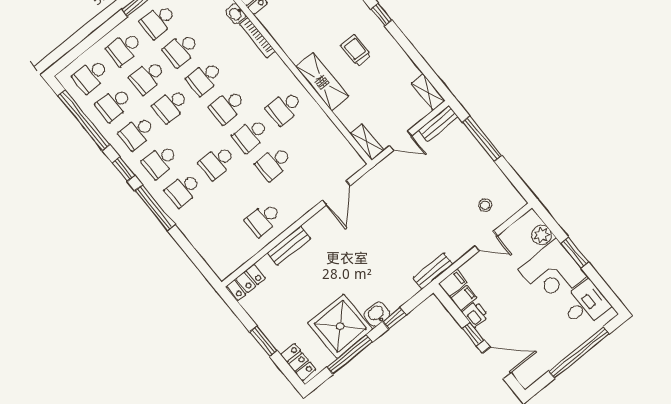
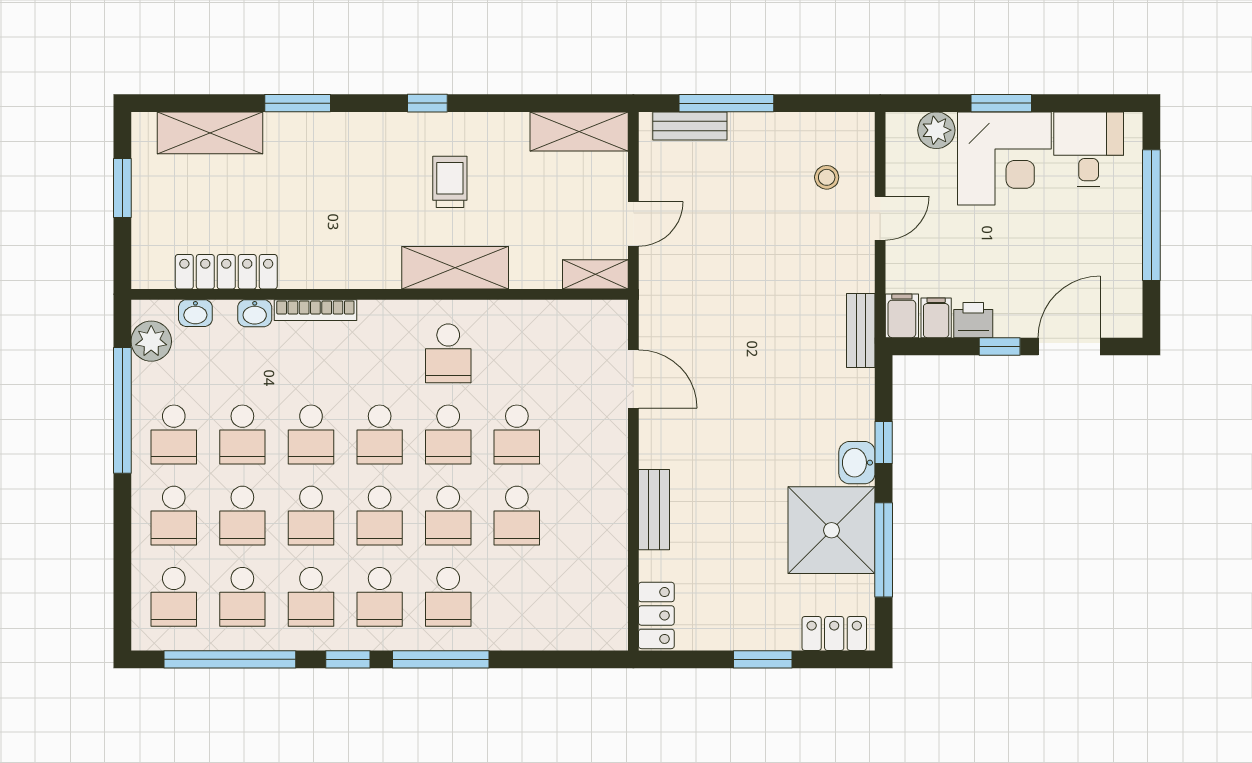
trolley: (356, 50) -> (450, 182), turned 90
shelving: (428, 92) -> (579, 131), width x1.50, depth x1.33
bench: (438, 123) -> (690, 126), moved, turned 90
school desk: (194, 134) -> (380, 516), added
school desk: (263, 219) -> (517, 516), moved

